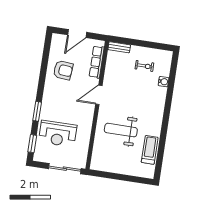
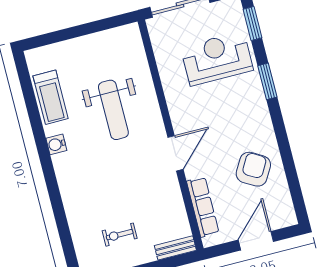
armchair: (63, 70) -> (253, 169), turned 115
water cooler: (164, 82) -> (56, 144), moved
weight bench: (121, 130) -> (113, 110), turned 90

